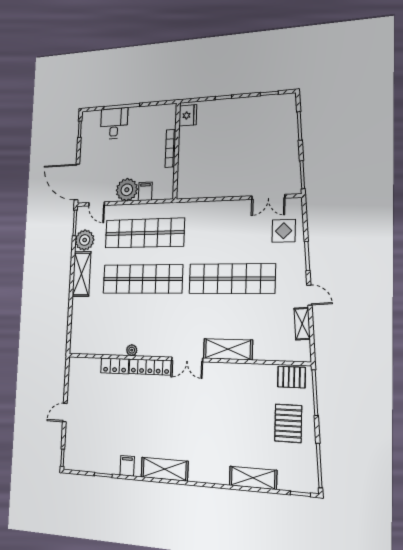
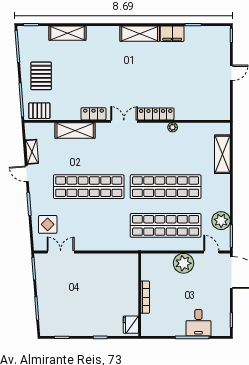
filing cabinet: (145, 191) -> (166, 261), removed
shelving: (81, 274) -> (222, 154), moved
shelving: (228, 349) -> (75, 130), moved
locker: (115, 366) -> (93, 114), moved
filing cabinet: (127, 466) -> (172, 34), width x2.00

